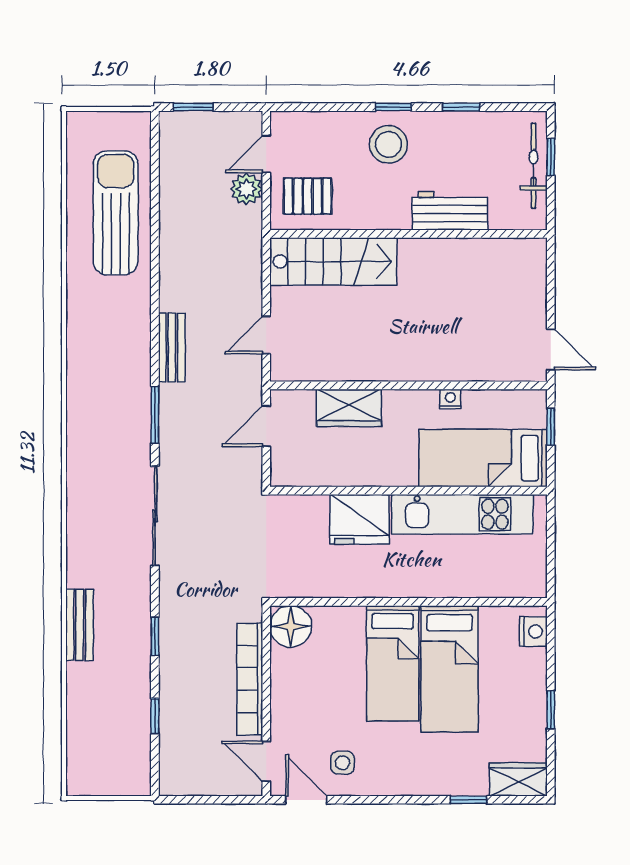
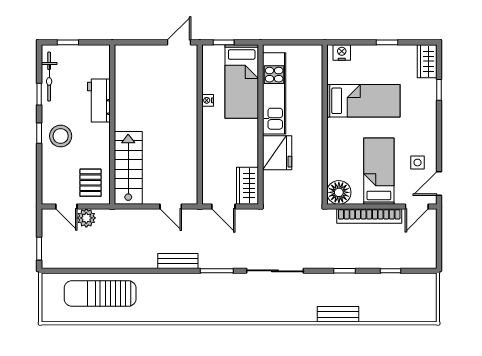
bicycle: (534, 166) -> (49, 77), moved, turned -90
wardrobe: (349, 408) -> (247, 186), moved, turned 180
bed: (393, 663) -> (379, 171), moved, turned -90

